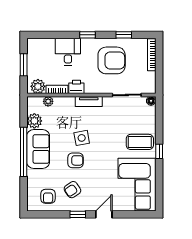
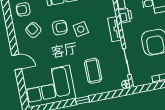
coffee table: (140, 142) -> (93, 71), moved
armchair: (76, 160) -> (60, 28), turned -90
window: (78, 214) -> (12, 39), removed

